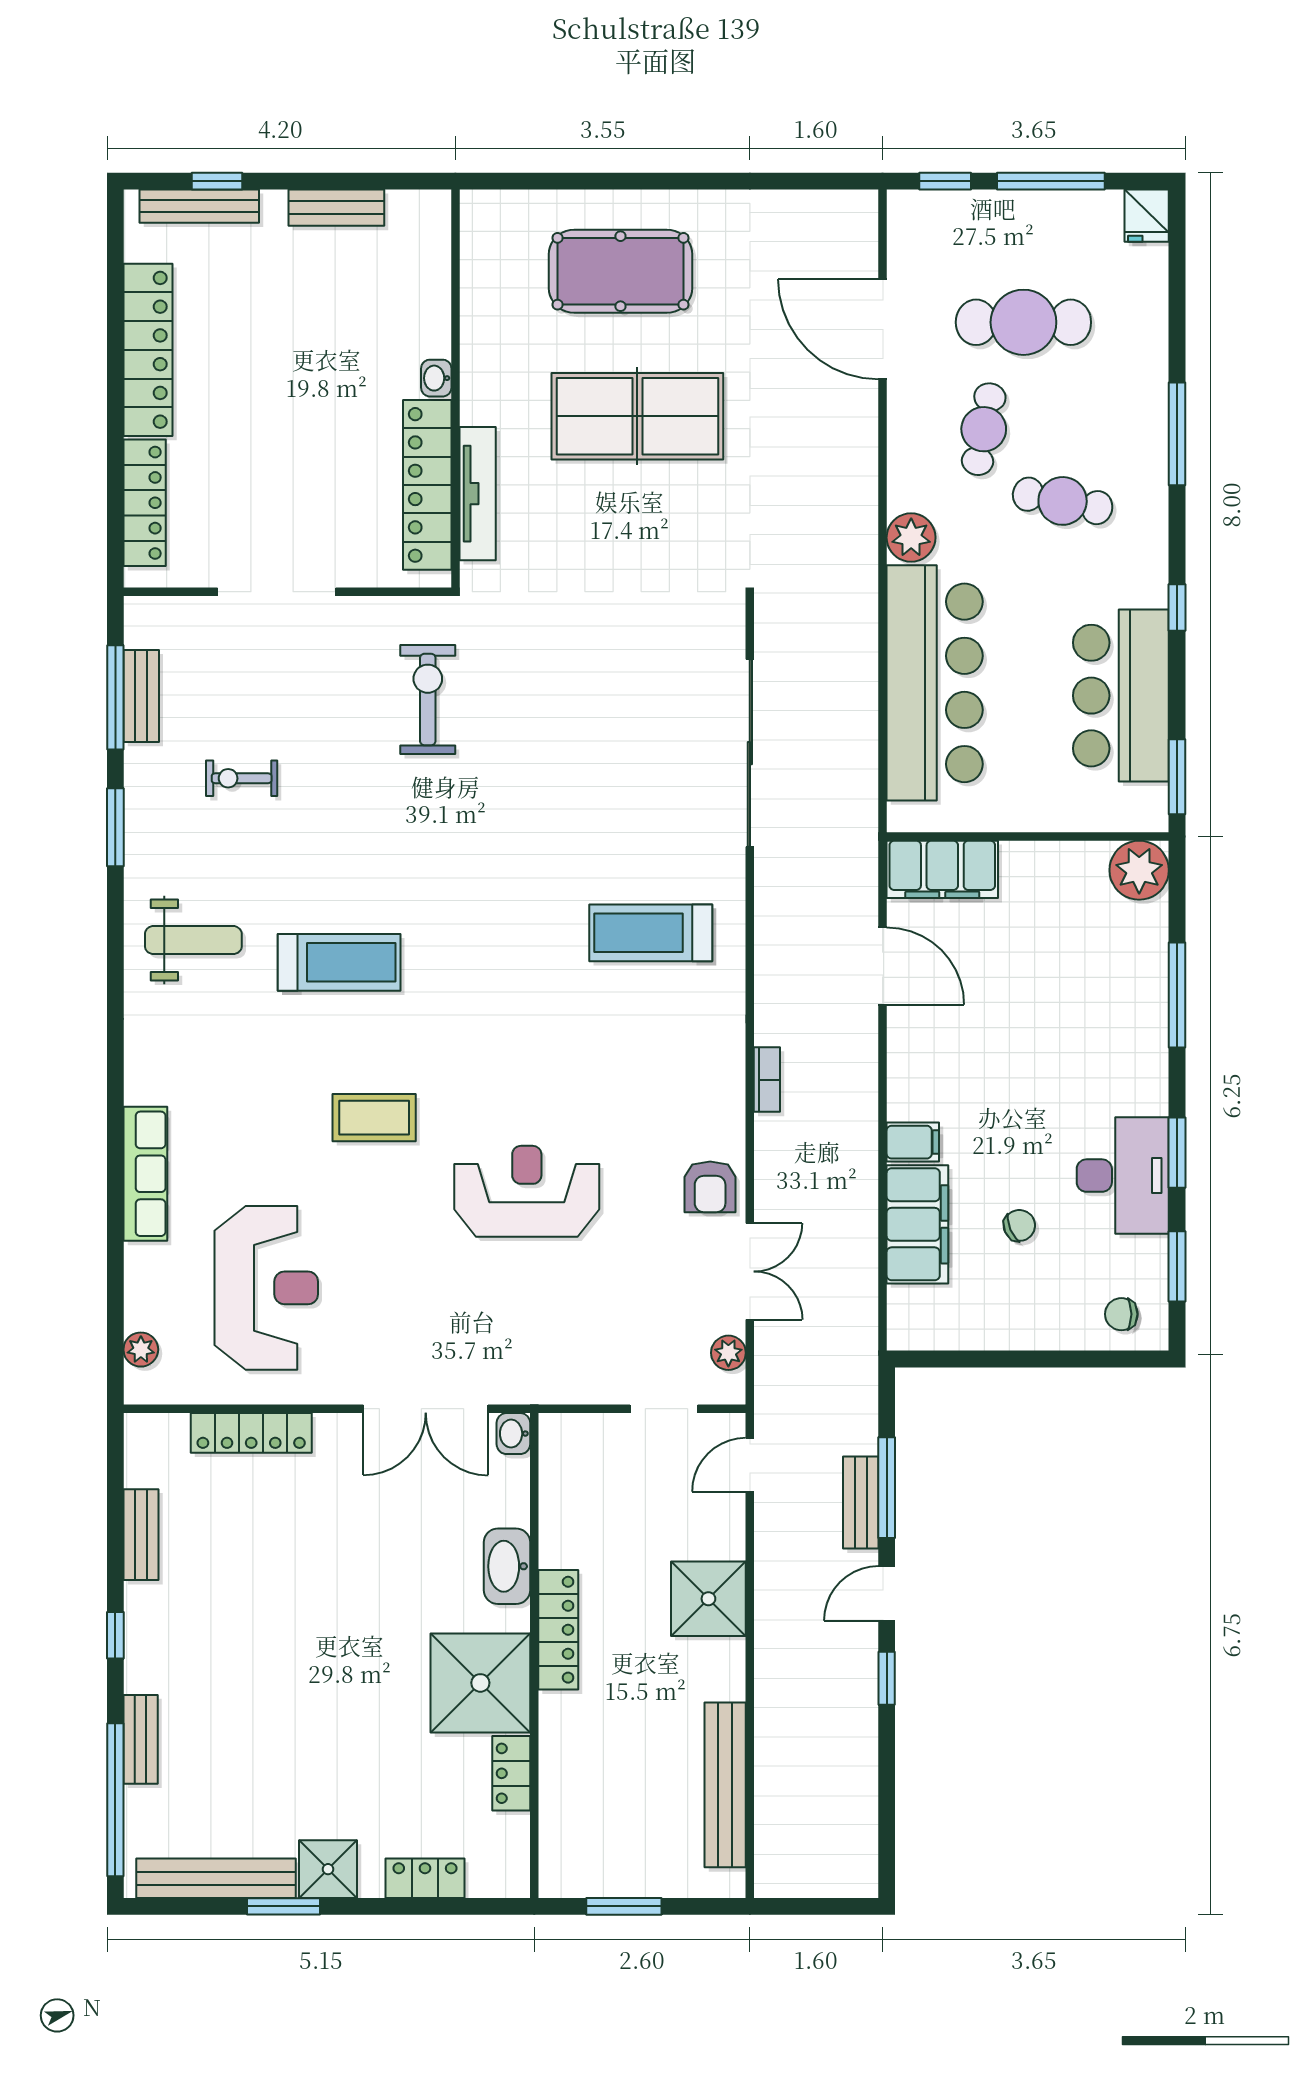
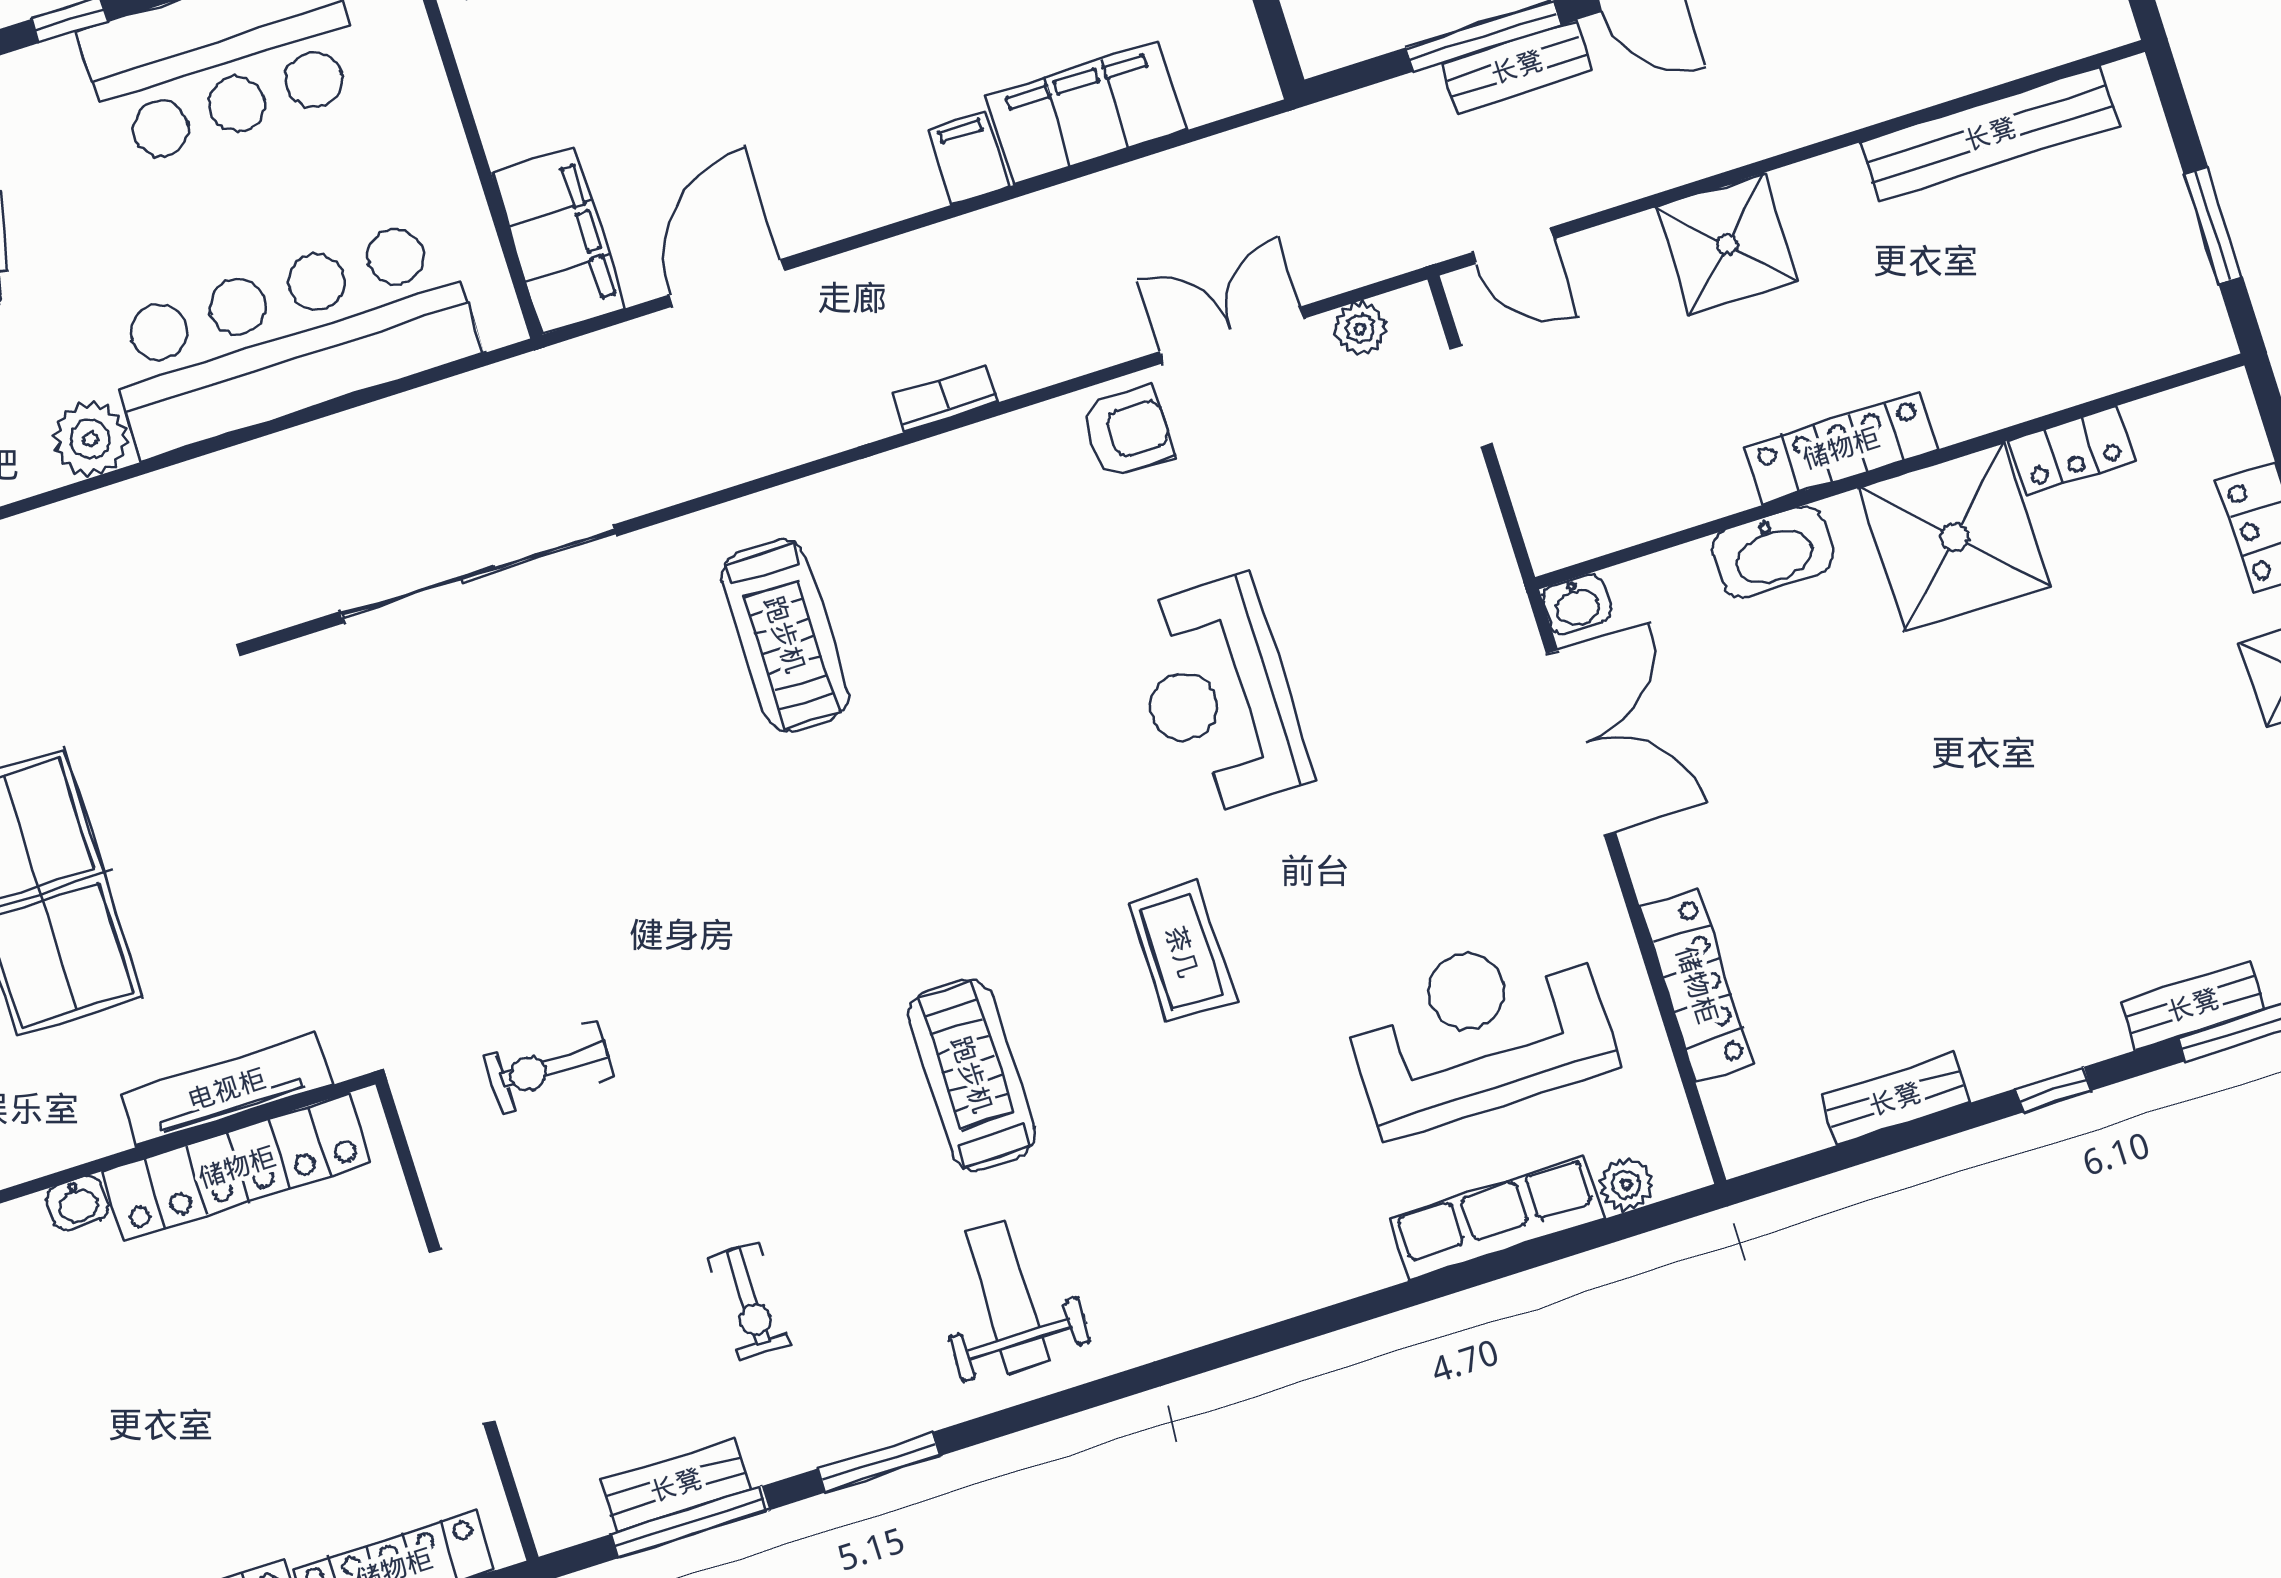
exercise bike: (428, 699) -> (549, 1067), width x0.73, depth x0.72
row of seats: (145, 1174) -> (1497, 1218), moved

